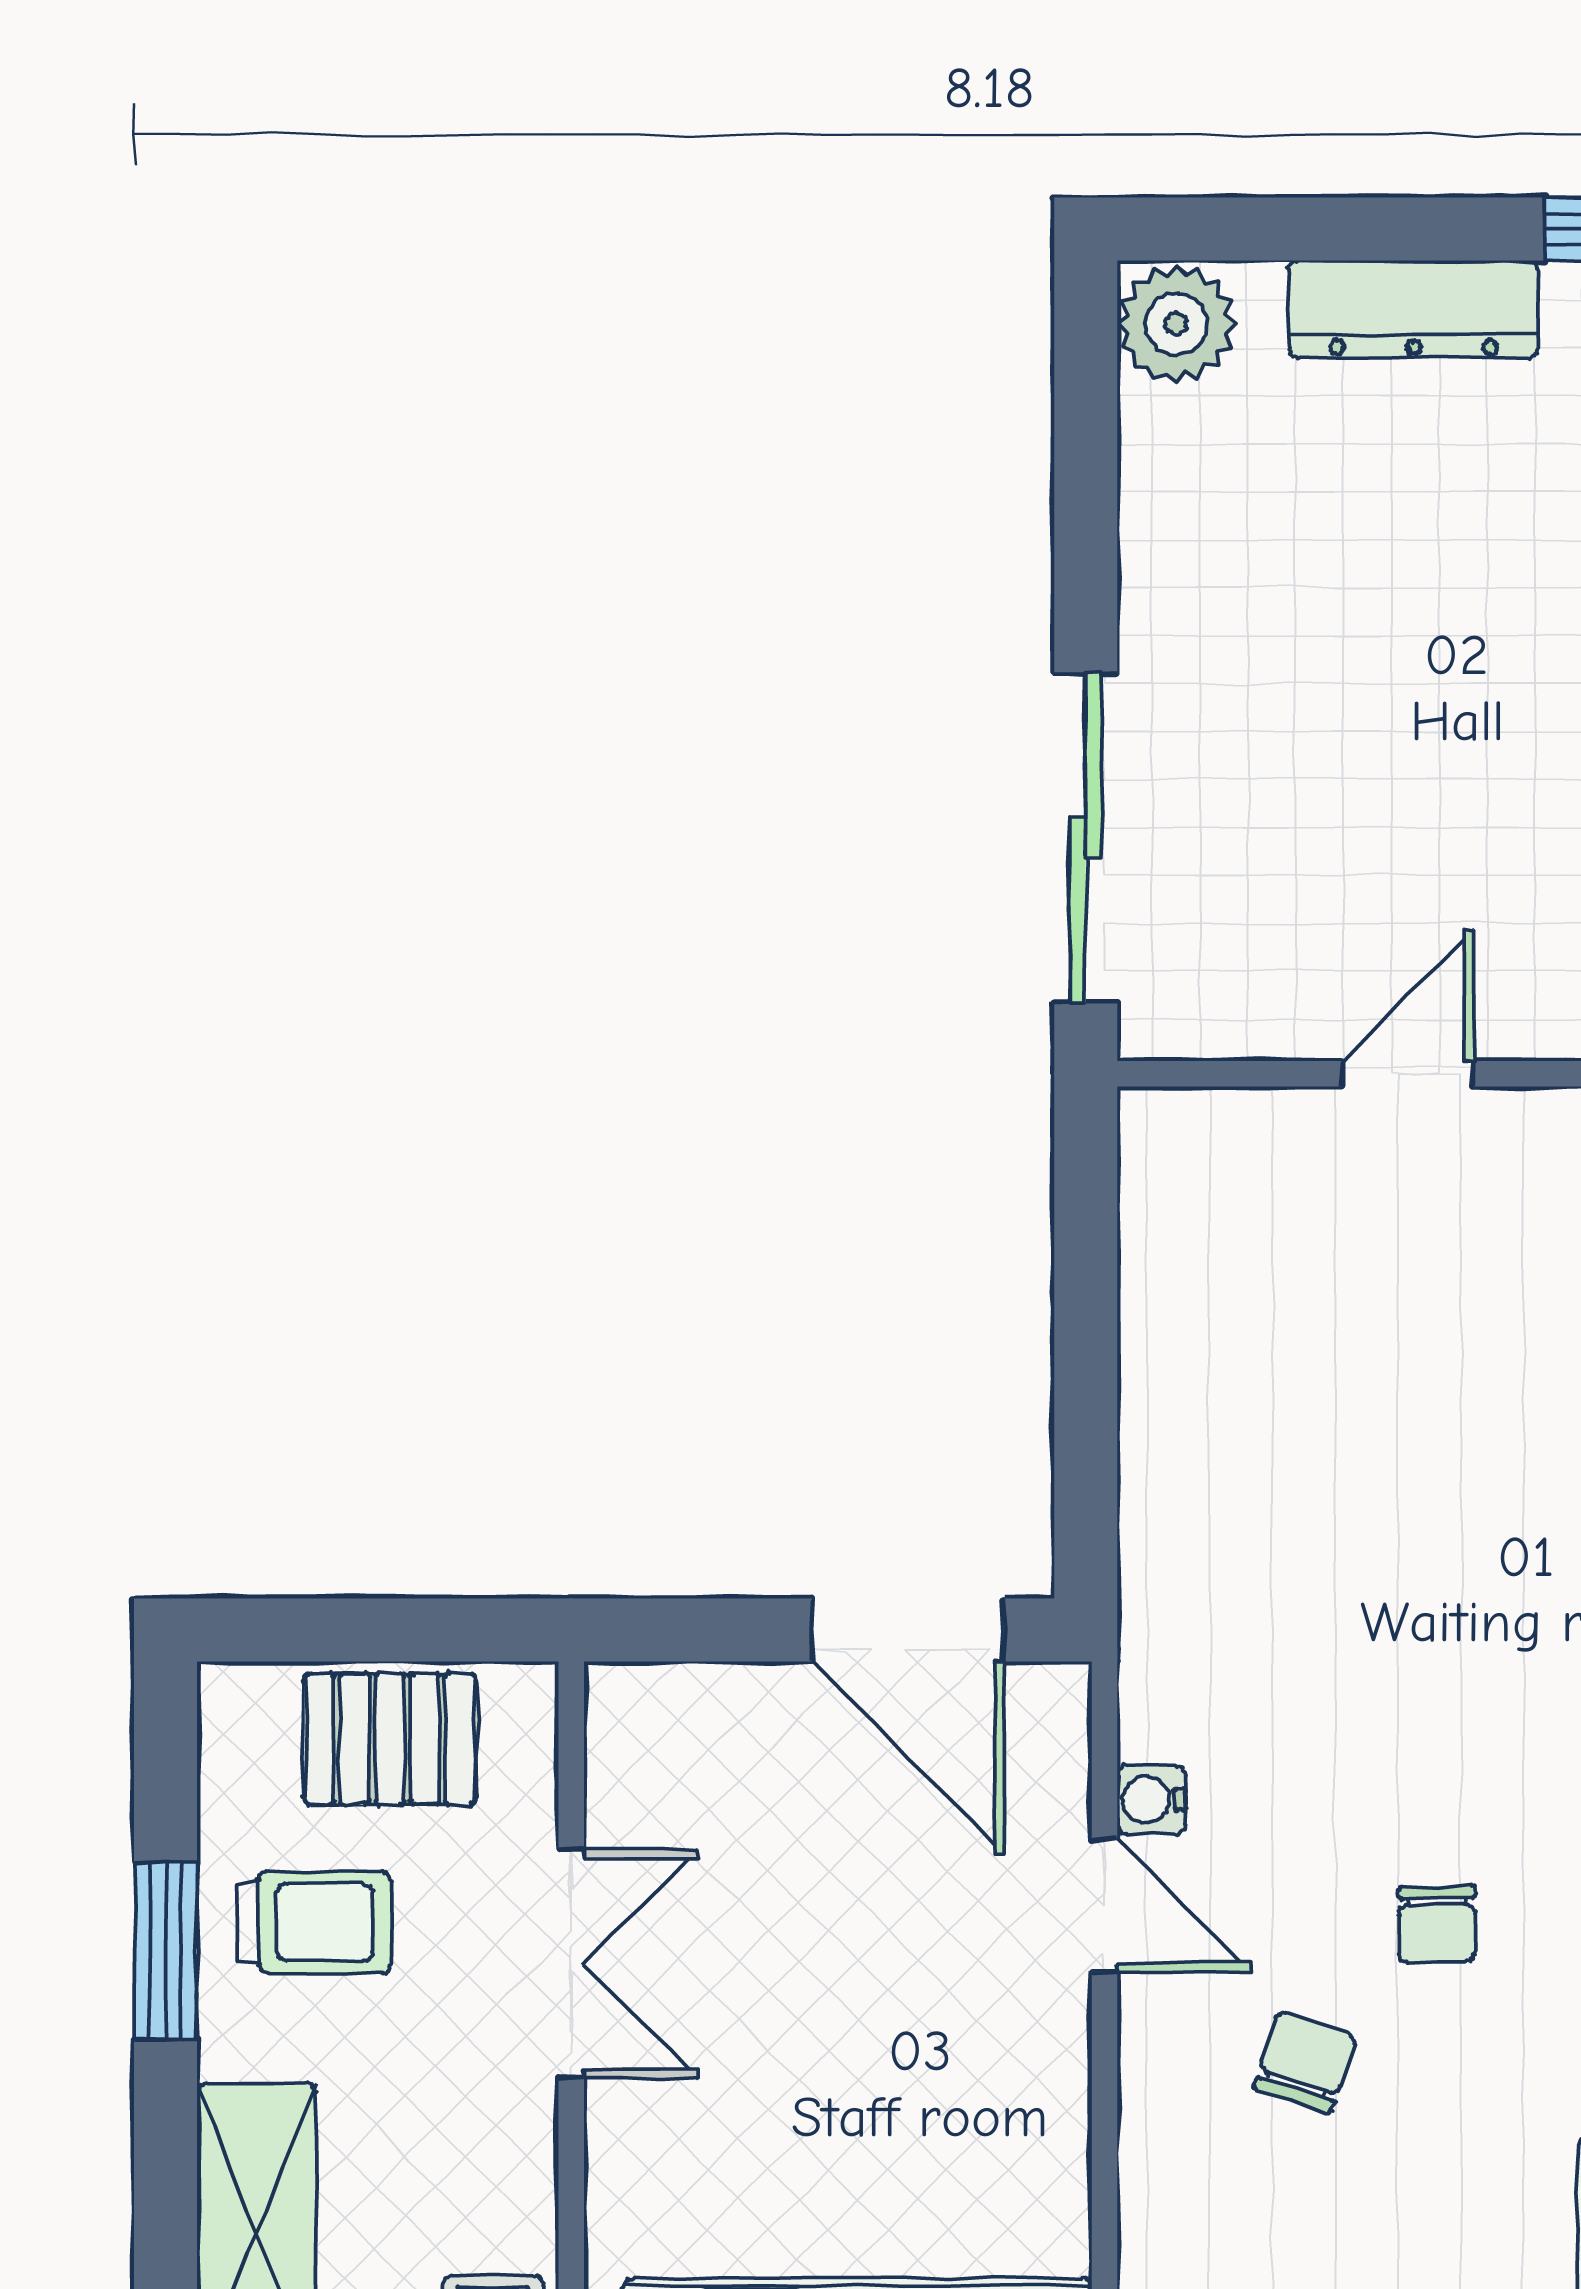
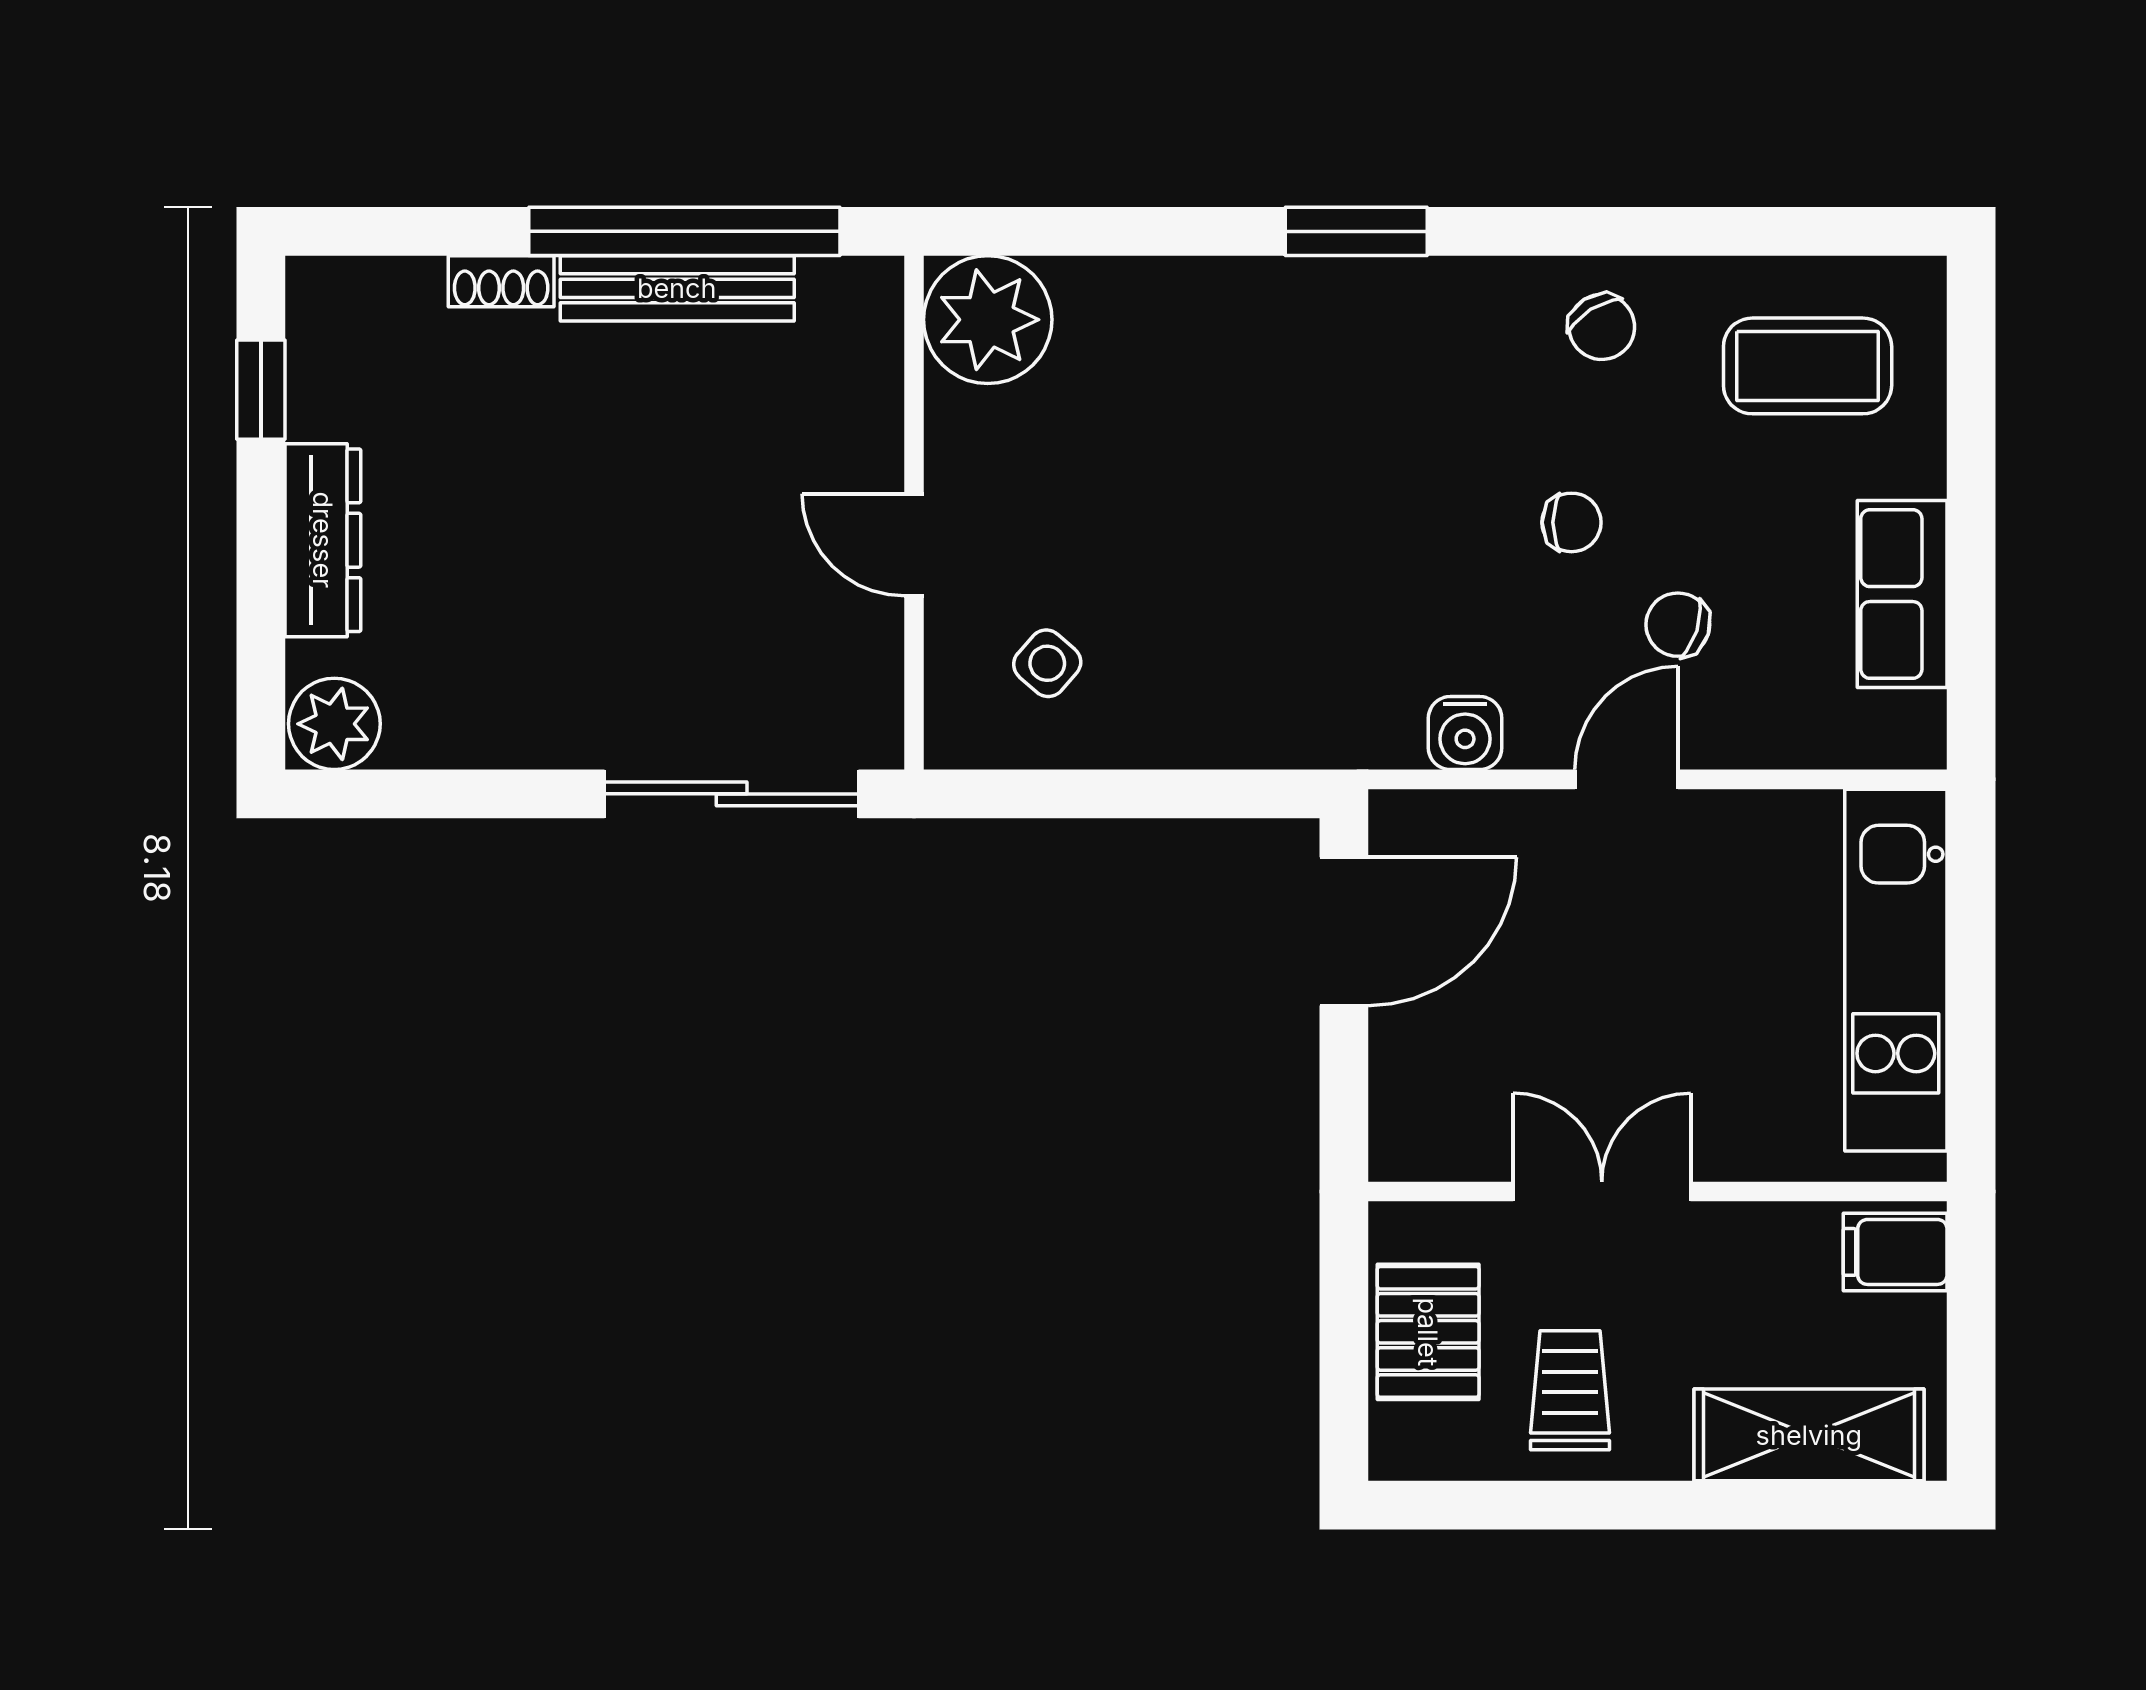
side table: (1255, 1246) -> (1047, 663), added
water cooler: (1151, 1800) -> (1465, 733), width x1.38, depth x1.38
door: (1104, 1905) -> (1626, 779), moved
window: (166, 1951) -> (1592, 1505), removed

